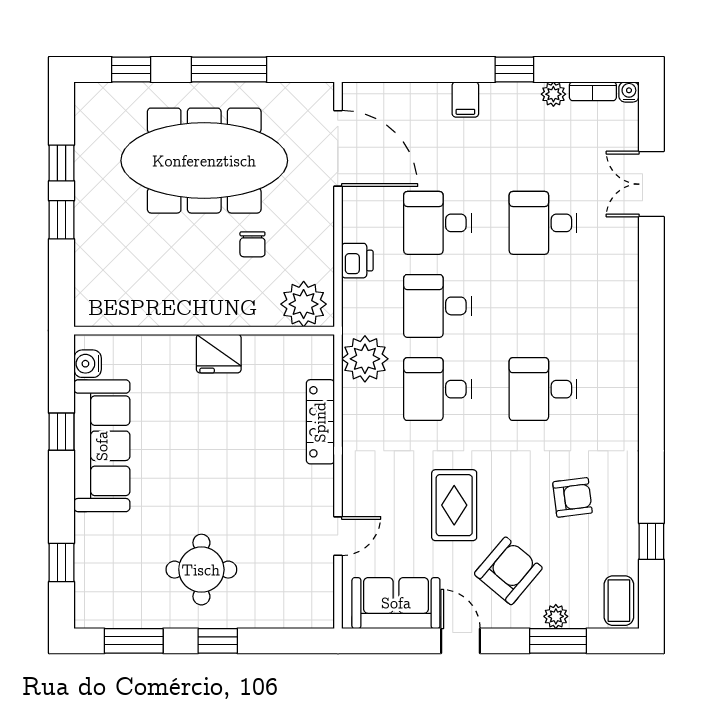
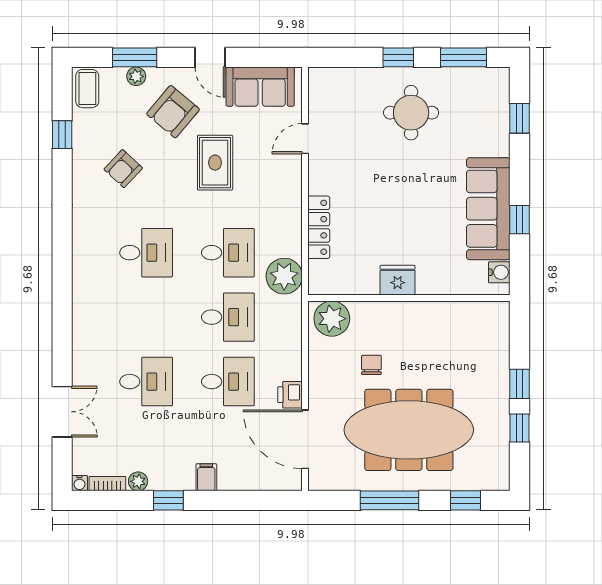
printer: (357, 261) -> (290, 395), moved
armchair: (573, 497) -> (123, 169), turned -40

